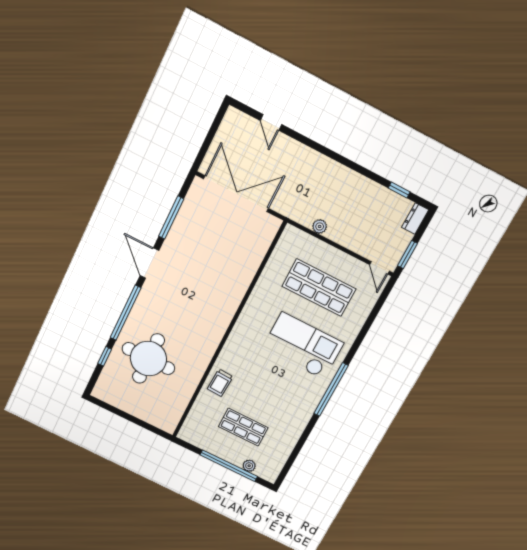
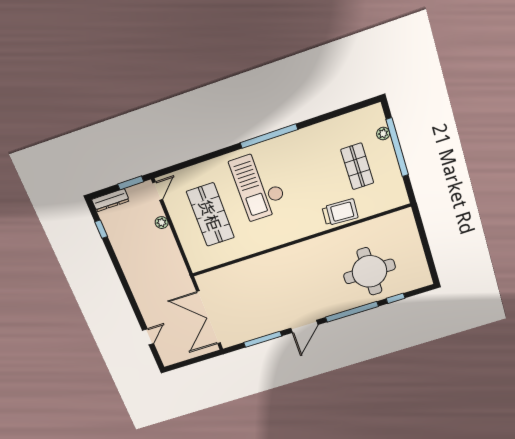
dresser: (415, 219) -> (111, 200), width x1.44
plant: (320, 226) -> (162, 223), moved
trolley: (220, 383) -> (340, 212), width x1.36, depth x1.39

